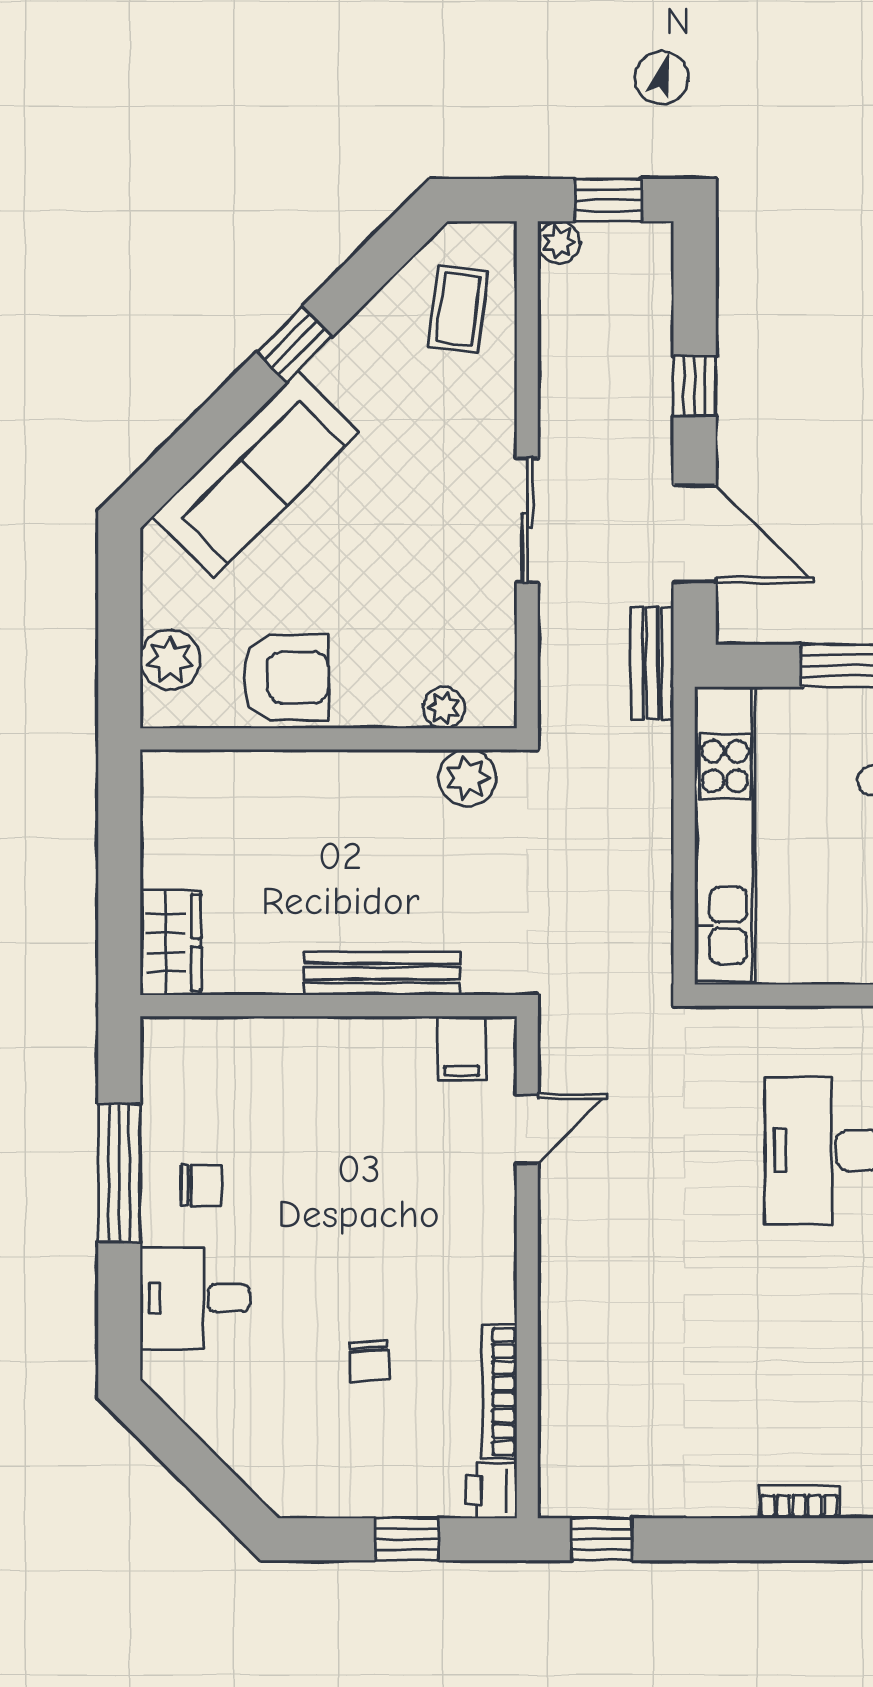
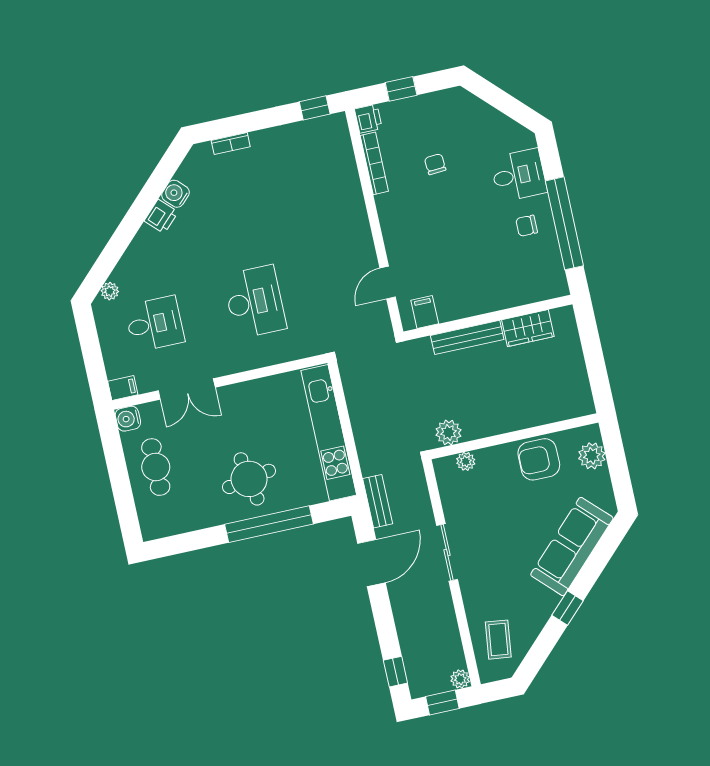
window: (695, 386) -> (395, 672), moved
door: (695, 534) -> (371, 563), swing flipped
wardrobe: (171, 943) -> (528, 328), moved, turned -90
window: (119, 1173) -> (564, 223), width x1.46

